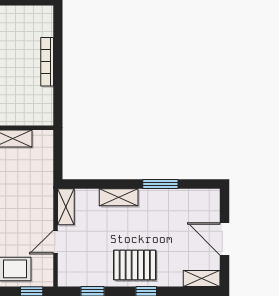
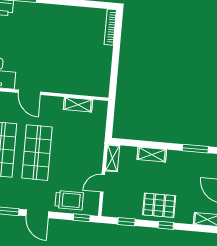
bookcase: (47, 62) -> (110, 27), moved
window: (160, 184) -> (195, 149), moved

